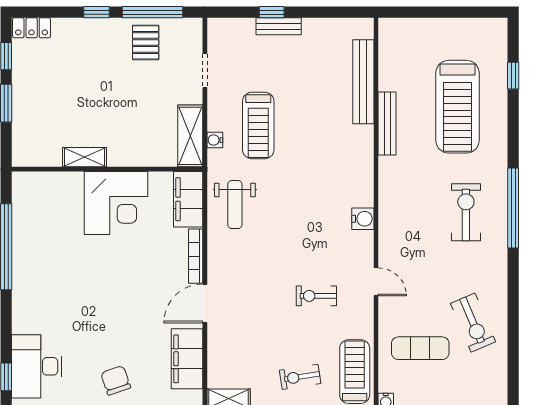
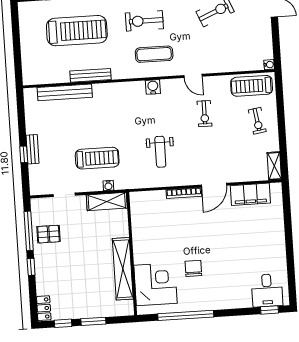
shelving: (85, 157) -> (123, 269), width x2.20, depth x1.33
filing cabinet: (188, 199) -> (148, 200), removed
corner desk: (116, 203) -> (155, 284), moved
weight bench: (235, 205) -> (160, 152), moved, turned 90
door: (376, 282) -> (193, 76), swing flipped
door: (205, 304) -> (214, 185), hinge flipped
exercise mat: (420, 348) -> (154, 54), moved, turned 90
desk: (37, 366) -> (267, 290), width x0.73
chair: (116, 380) -> (193, 268), moved, turned 109

